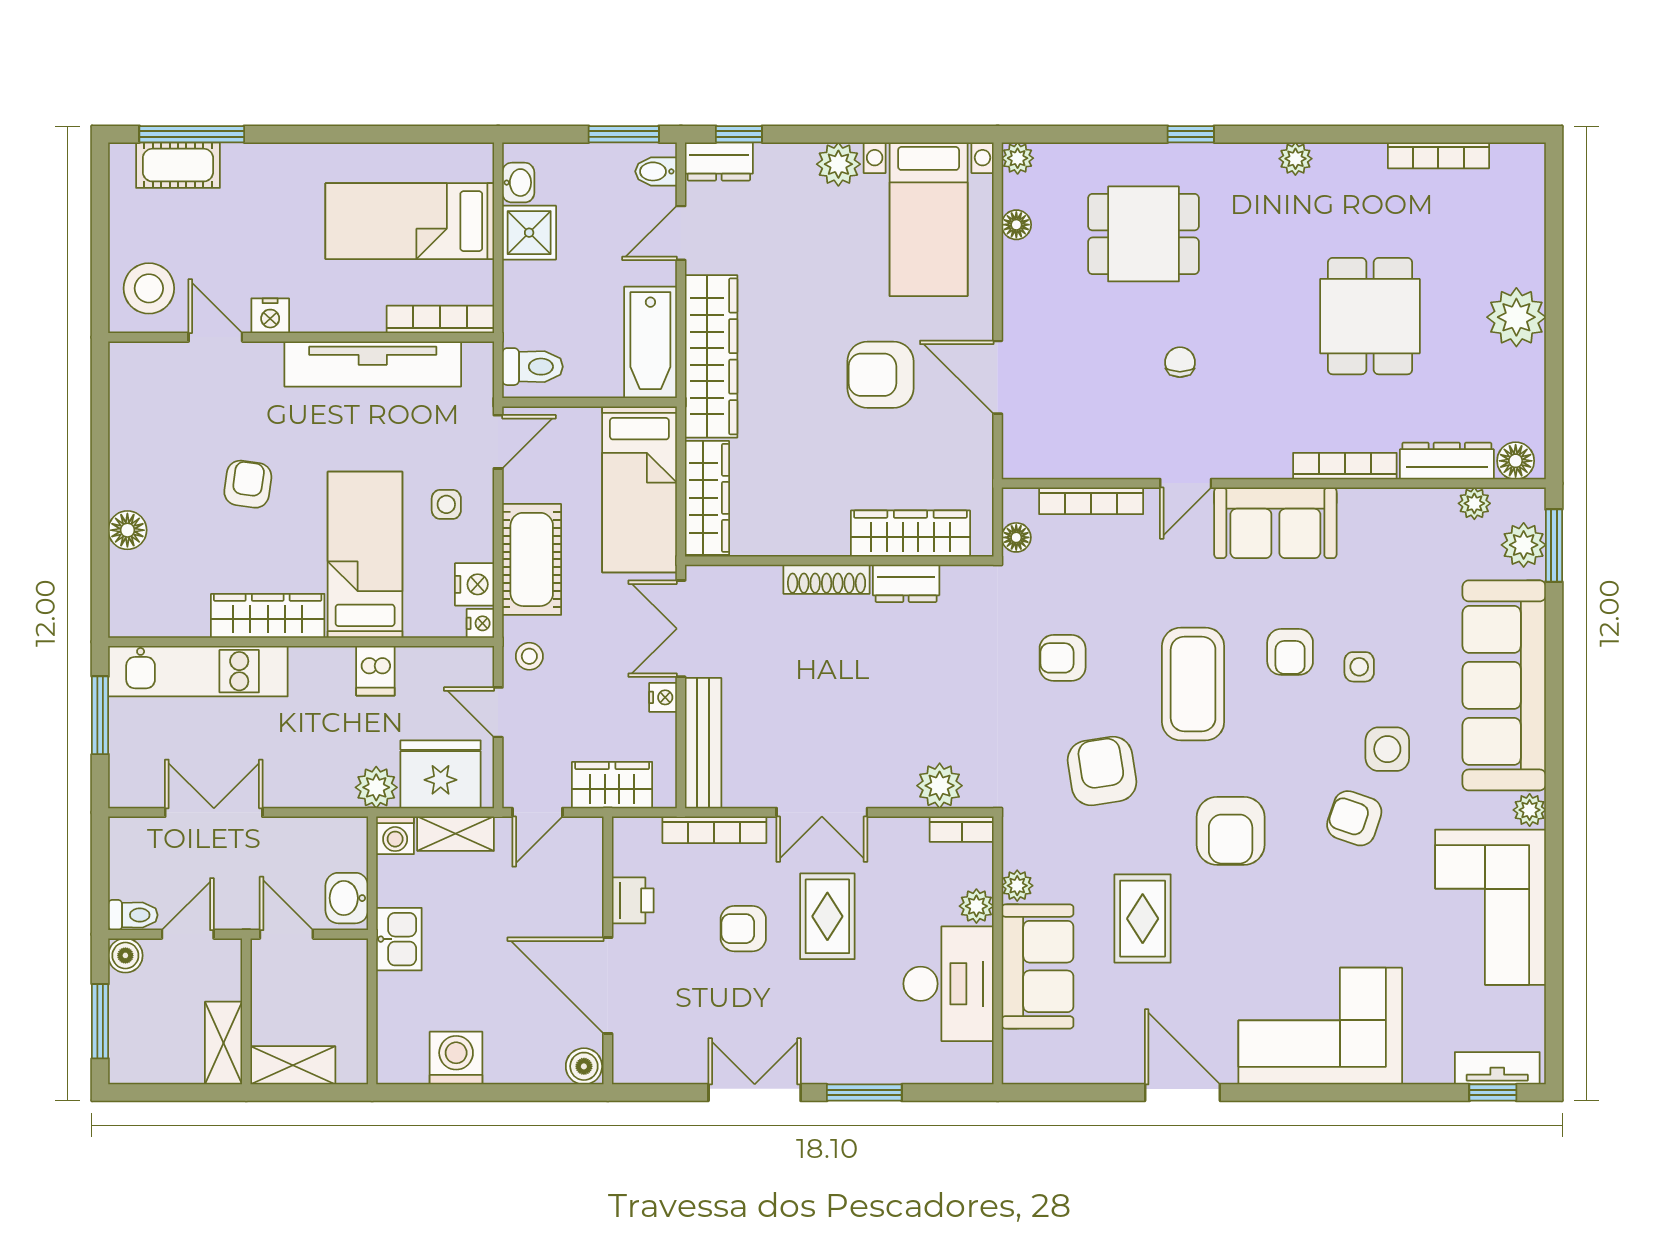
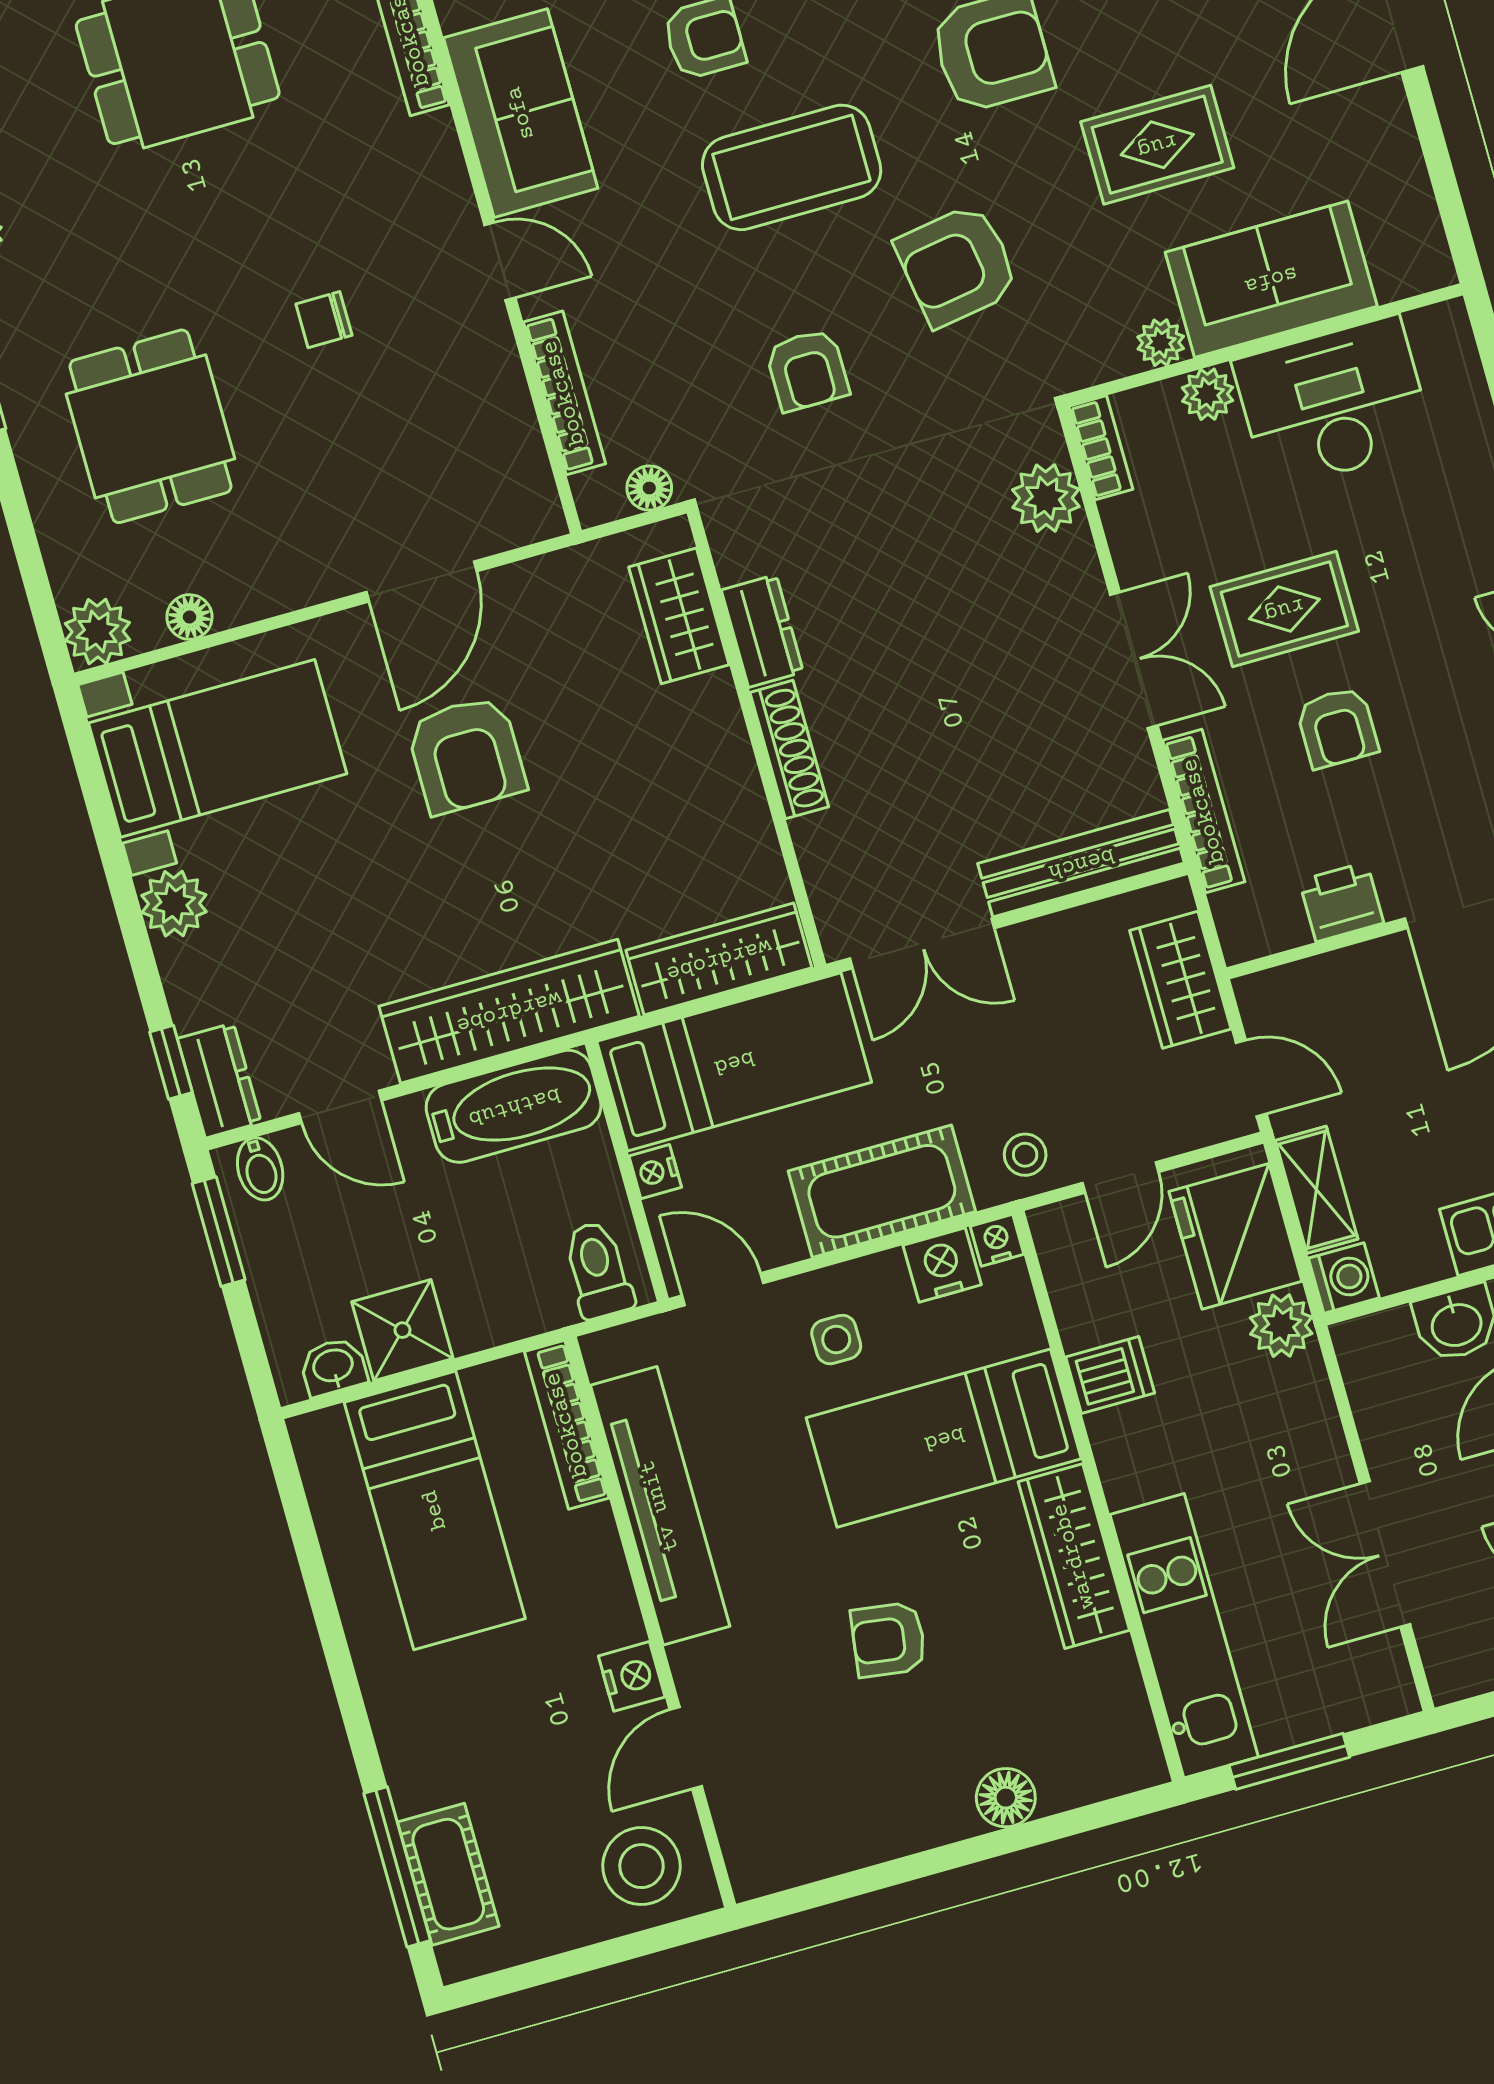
plant: (1018, 158) -> (97, 632), width x1.38, depth x1.38
wardrobe: (910, 533) -> (679, 616), width x0.67
nightstand: (663, 697) -> (655, 1172), moved, turned -90

